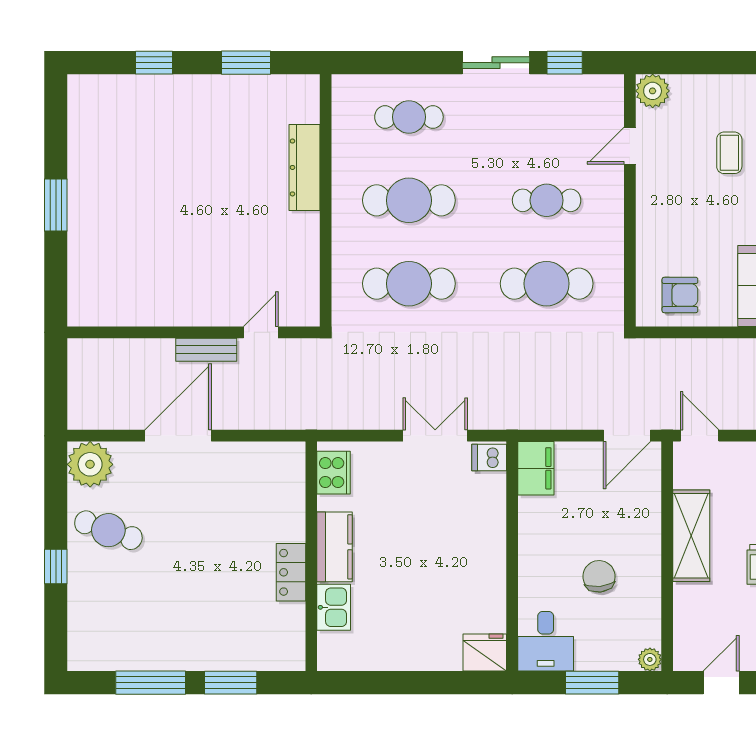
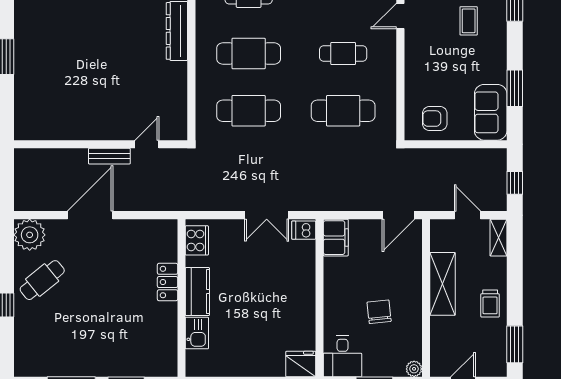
armchair: (680, 295) -> (435, 119), turned 180
double door: (435, 436) -> (267, 215), swing flipped
door: (700, 436) -> (467, 215), moved
cafe table: (108, 530) -> (42, 280), turned -58
locker: (291, 572) -> (168, 282), moved

